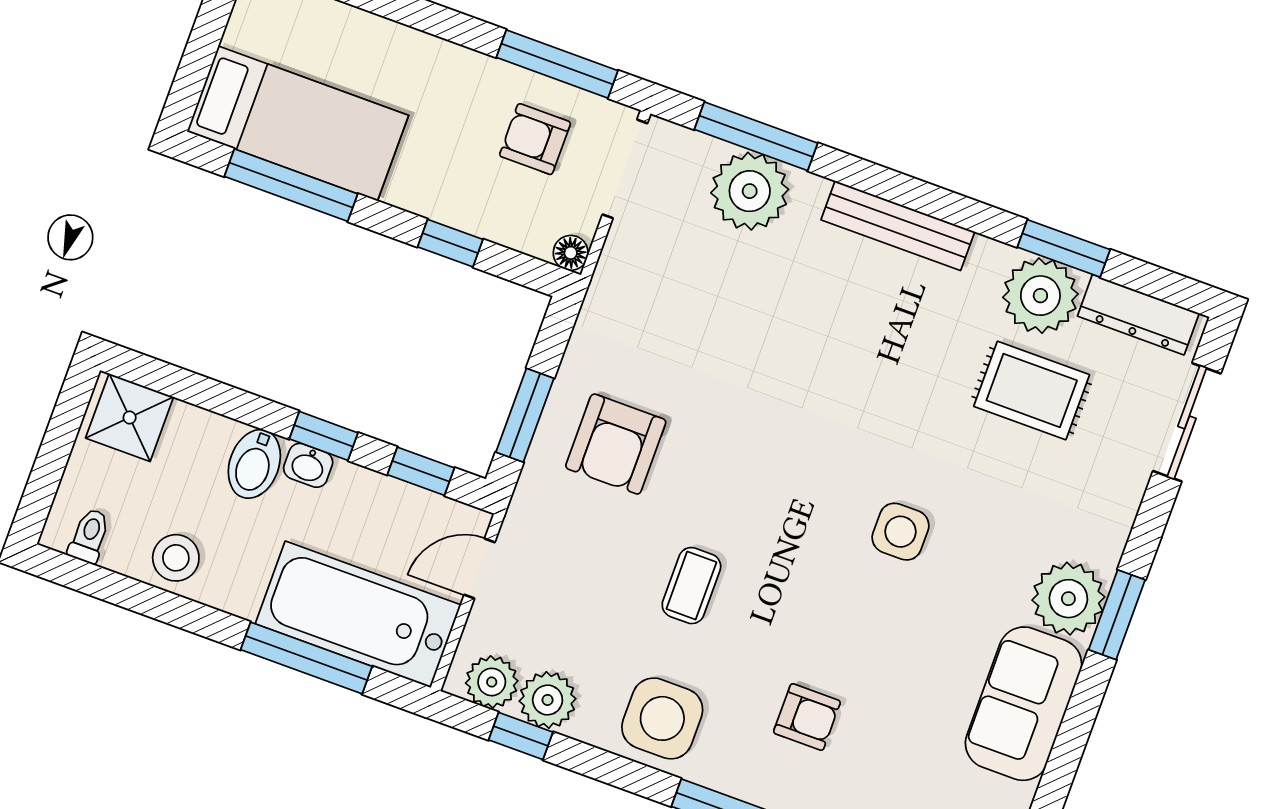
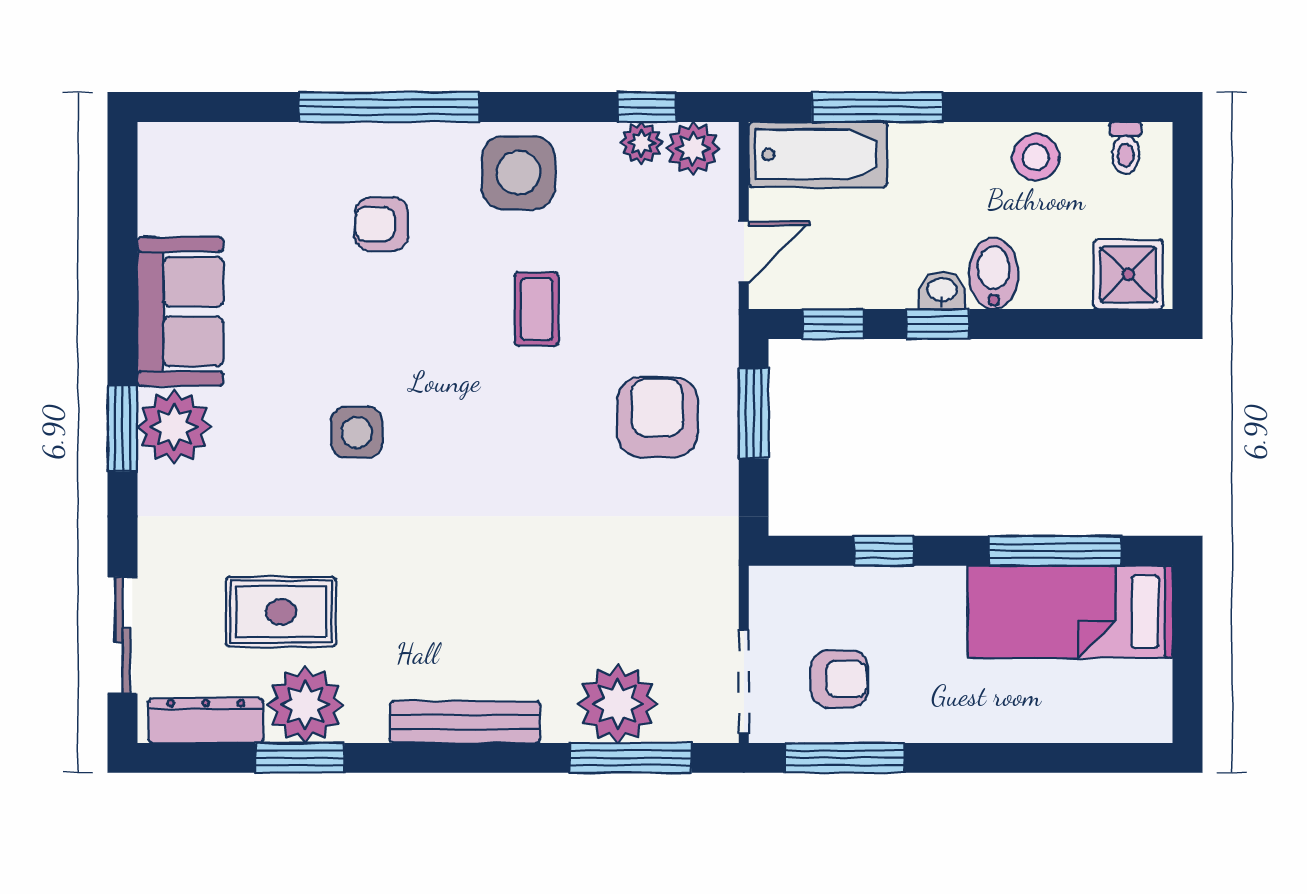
floor lamp: (571, 253) -> (766, 583), removed
bathtub: (358, 614) -> (818, 154), width x0.73, depth x0.73
plant: (548, 700) -> (642, 143), width x0.73, depth x0.73

